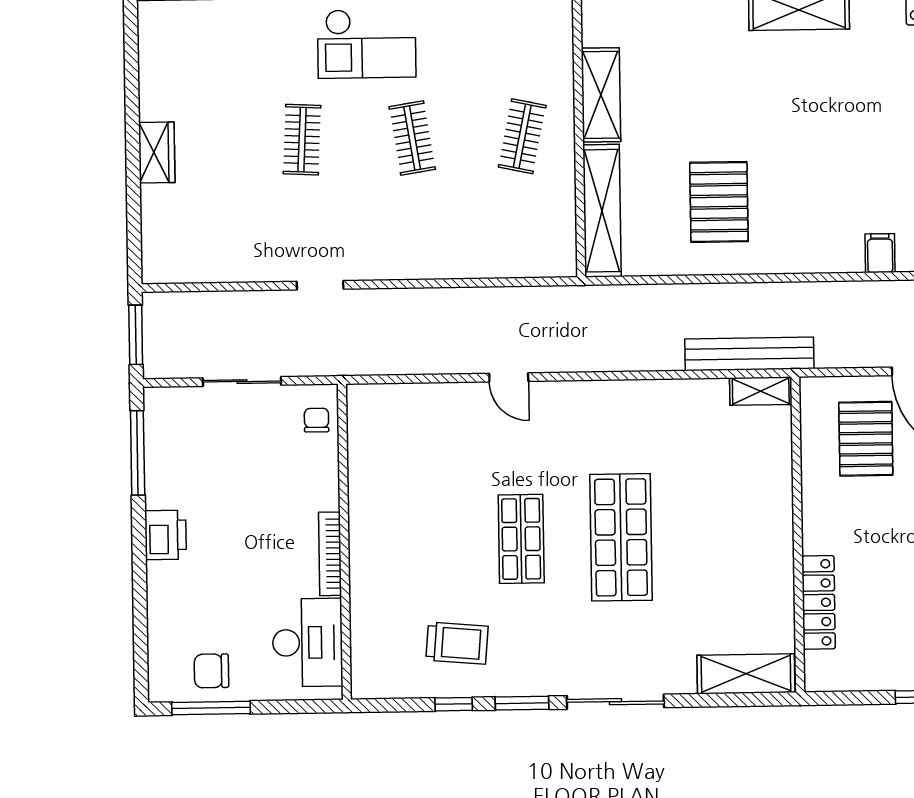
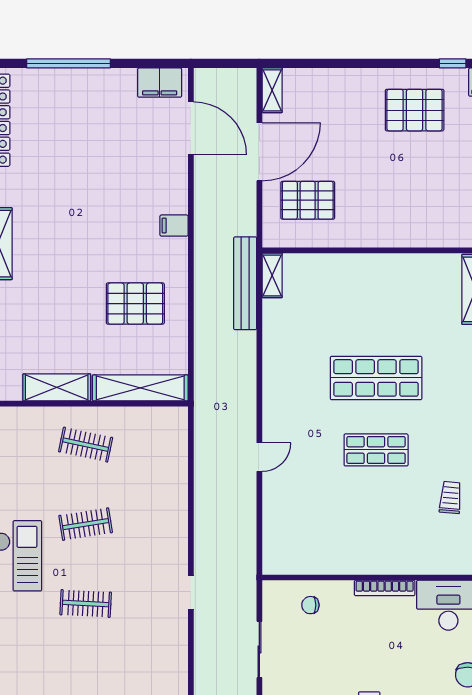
filing cabinet: (880, 253) -> (174, 226), moved
chair: (316, 420) -> (310, 605), moved
locker: (819, 602) -> (425, 236), removed
trolley: (457, 643) -> (450, 497), width x0.73, depth x0.72

